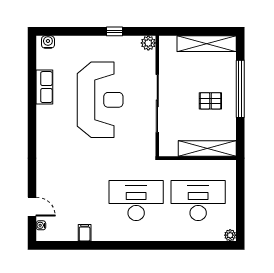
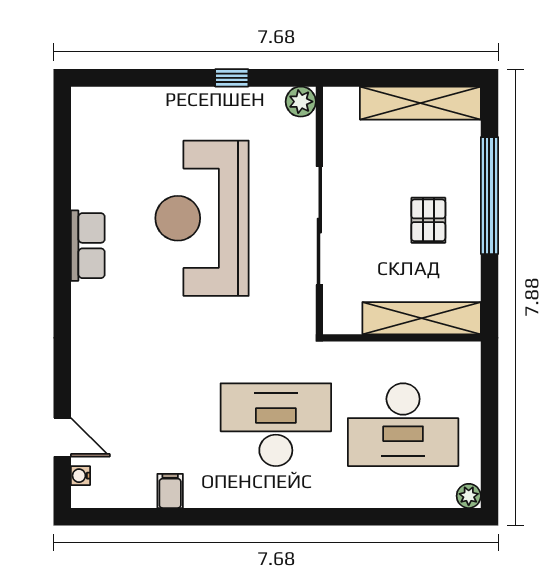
water cooler: (48, 42) -> (95, 100), removed
row of seats: (44, 87) -> (88, 246), moved
reception desk: (100, 100) -> (202, 218), turned 180
pallet: (210, 101) -> (428, 220), turned 90
desk: (198, 200) -> (403, 425), turned 180

